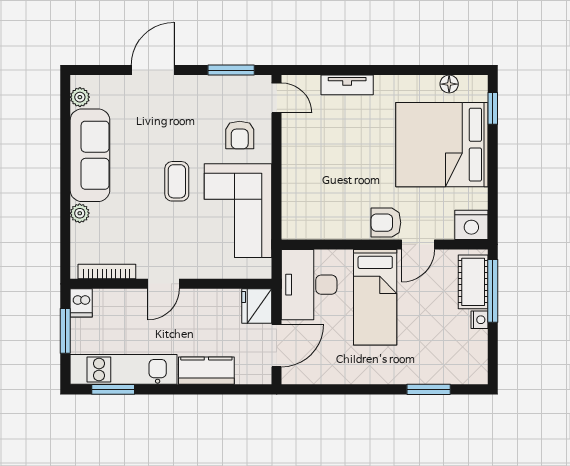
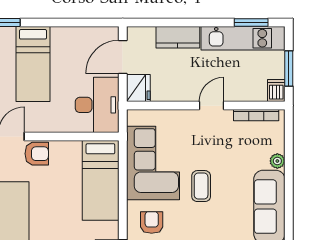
bed: (305, 189) -> (100, 180), added
bed: (375, 297) -> (33, 64), moved, turned 180

